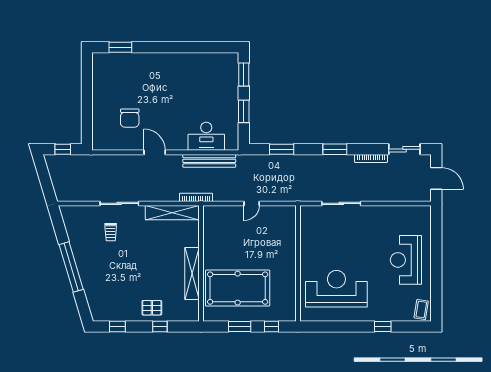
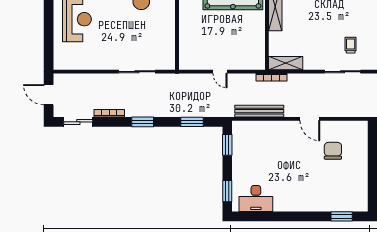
window: (244, 111) -> (227, 145), moved
desk: (206, 136) -> (256, 199), moved, turned 180
door: (252, 203) -> (220, 72), swing flipped
shelving: (172, 213) -> (286, 63), width x0.68

